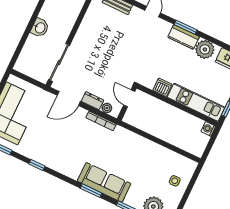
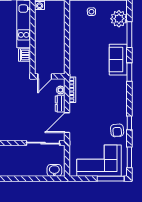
washbasin: (40, 28) -> (54, 170), moved
door: (69, 98) -> (67, 123), swing flipped
armchair: (35, 148) -> (117, 130), added
sofa: (104, 182) -> (118, 60), width x0.73

